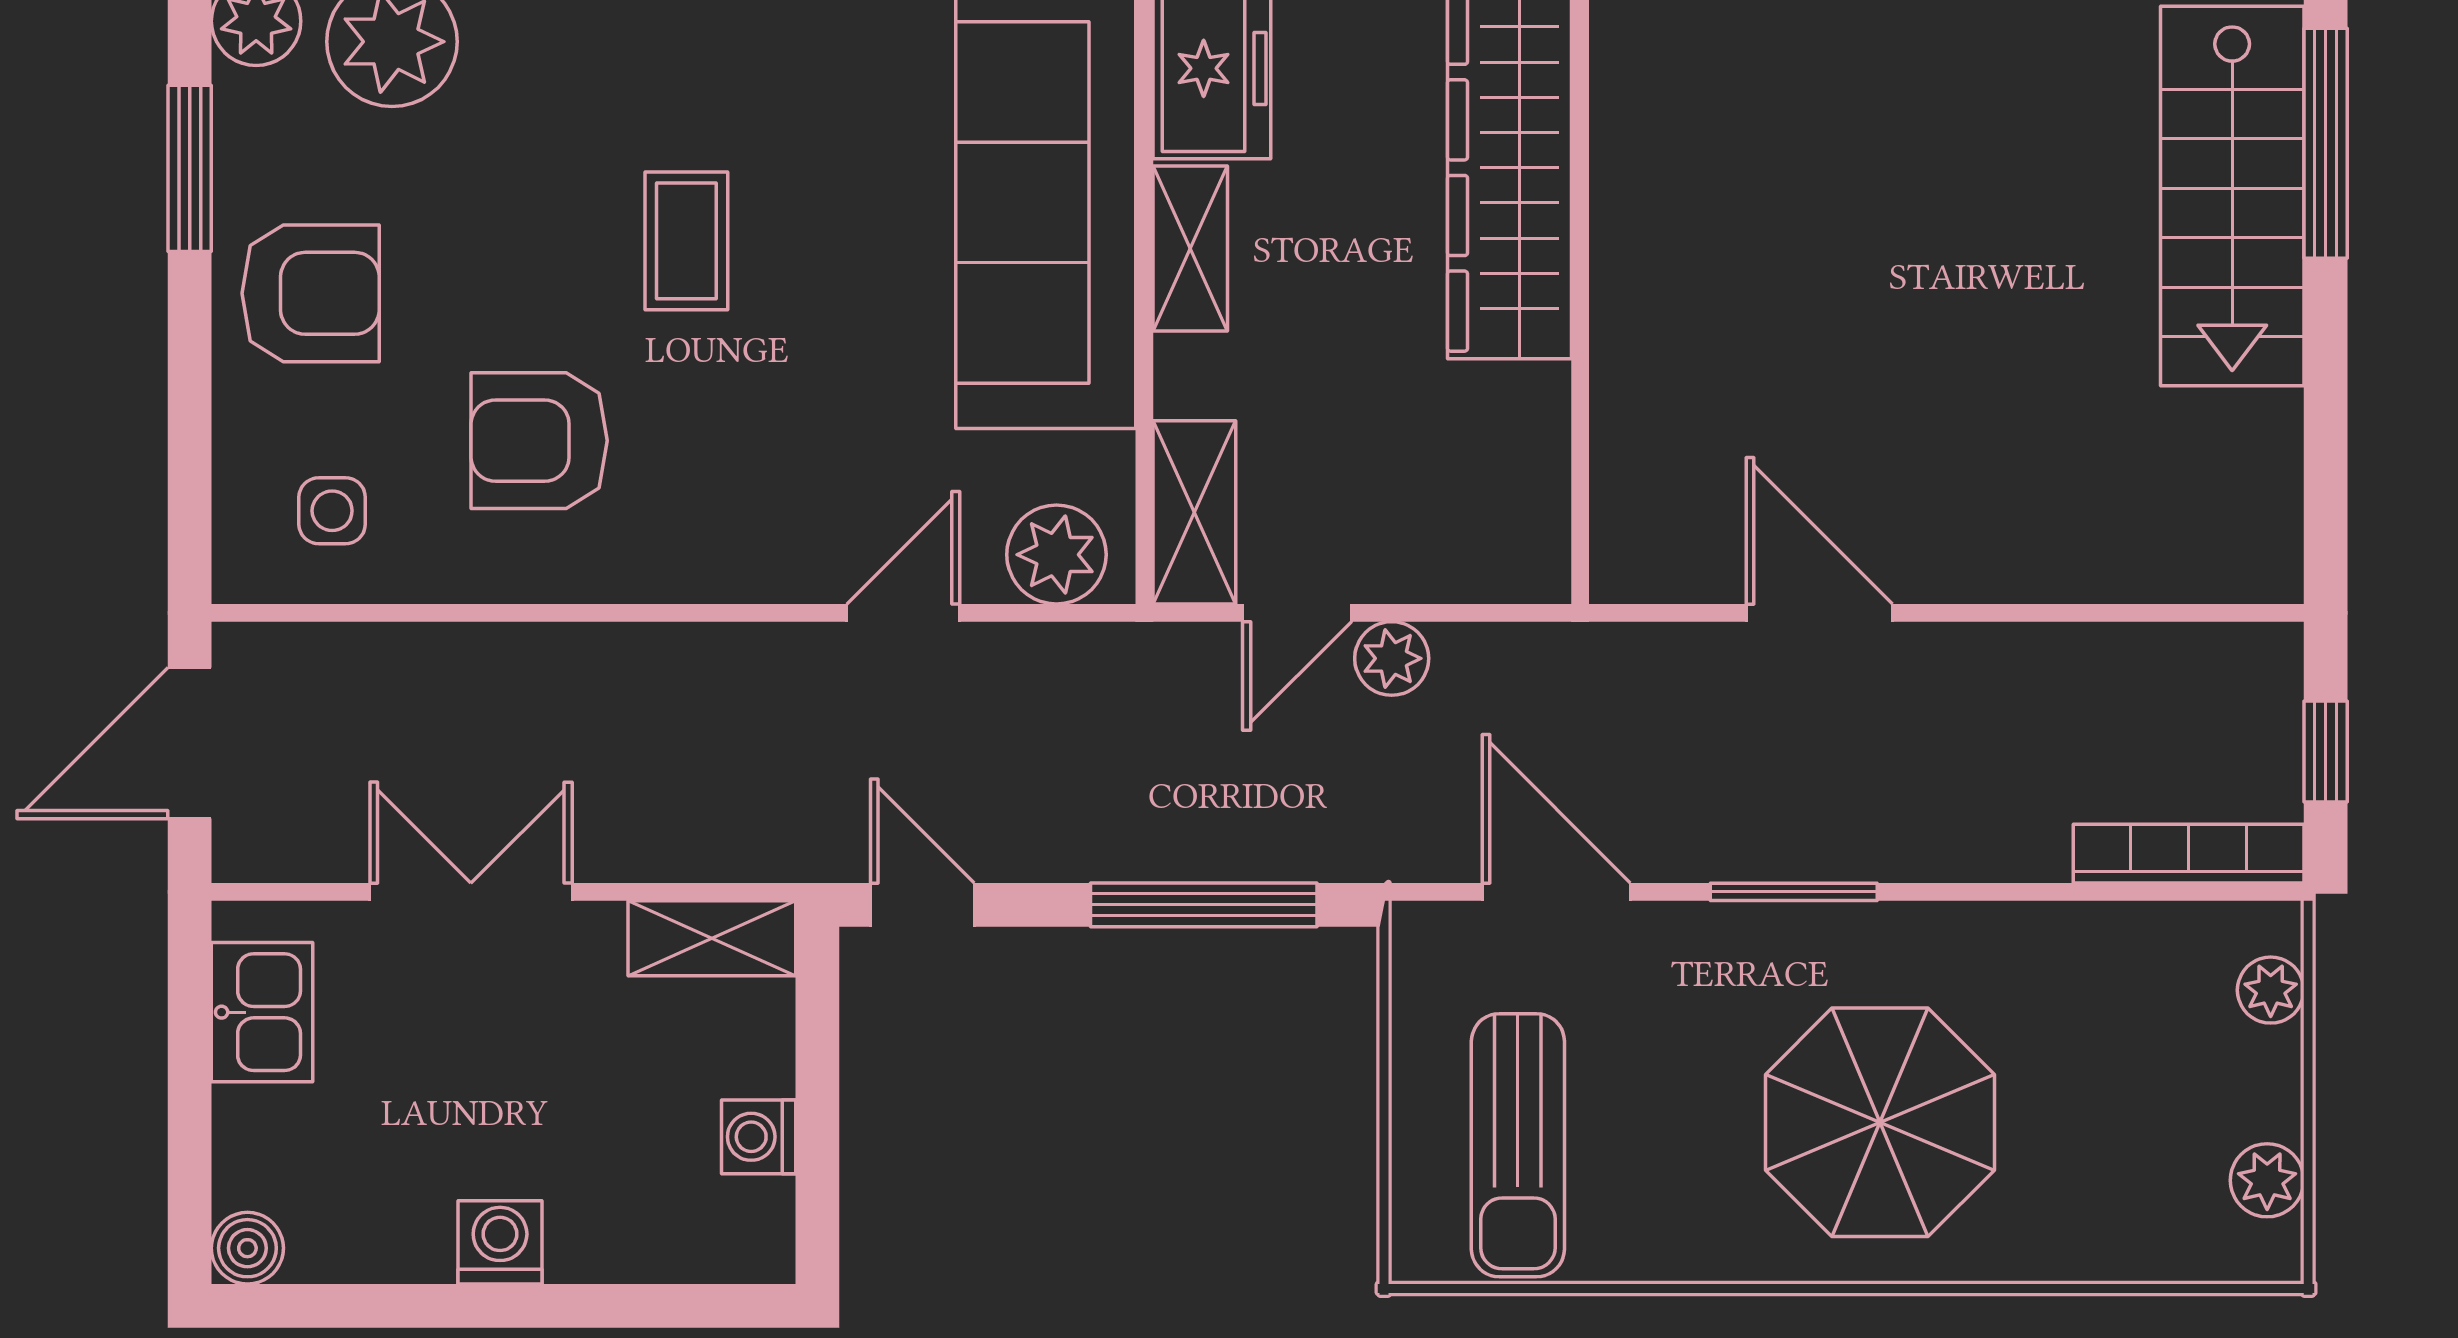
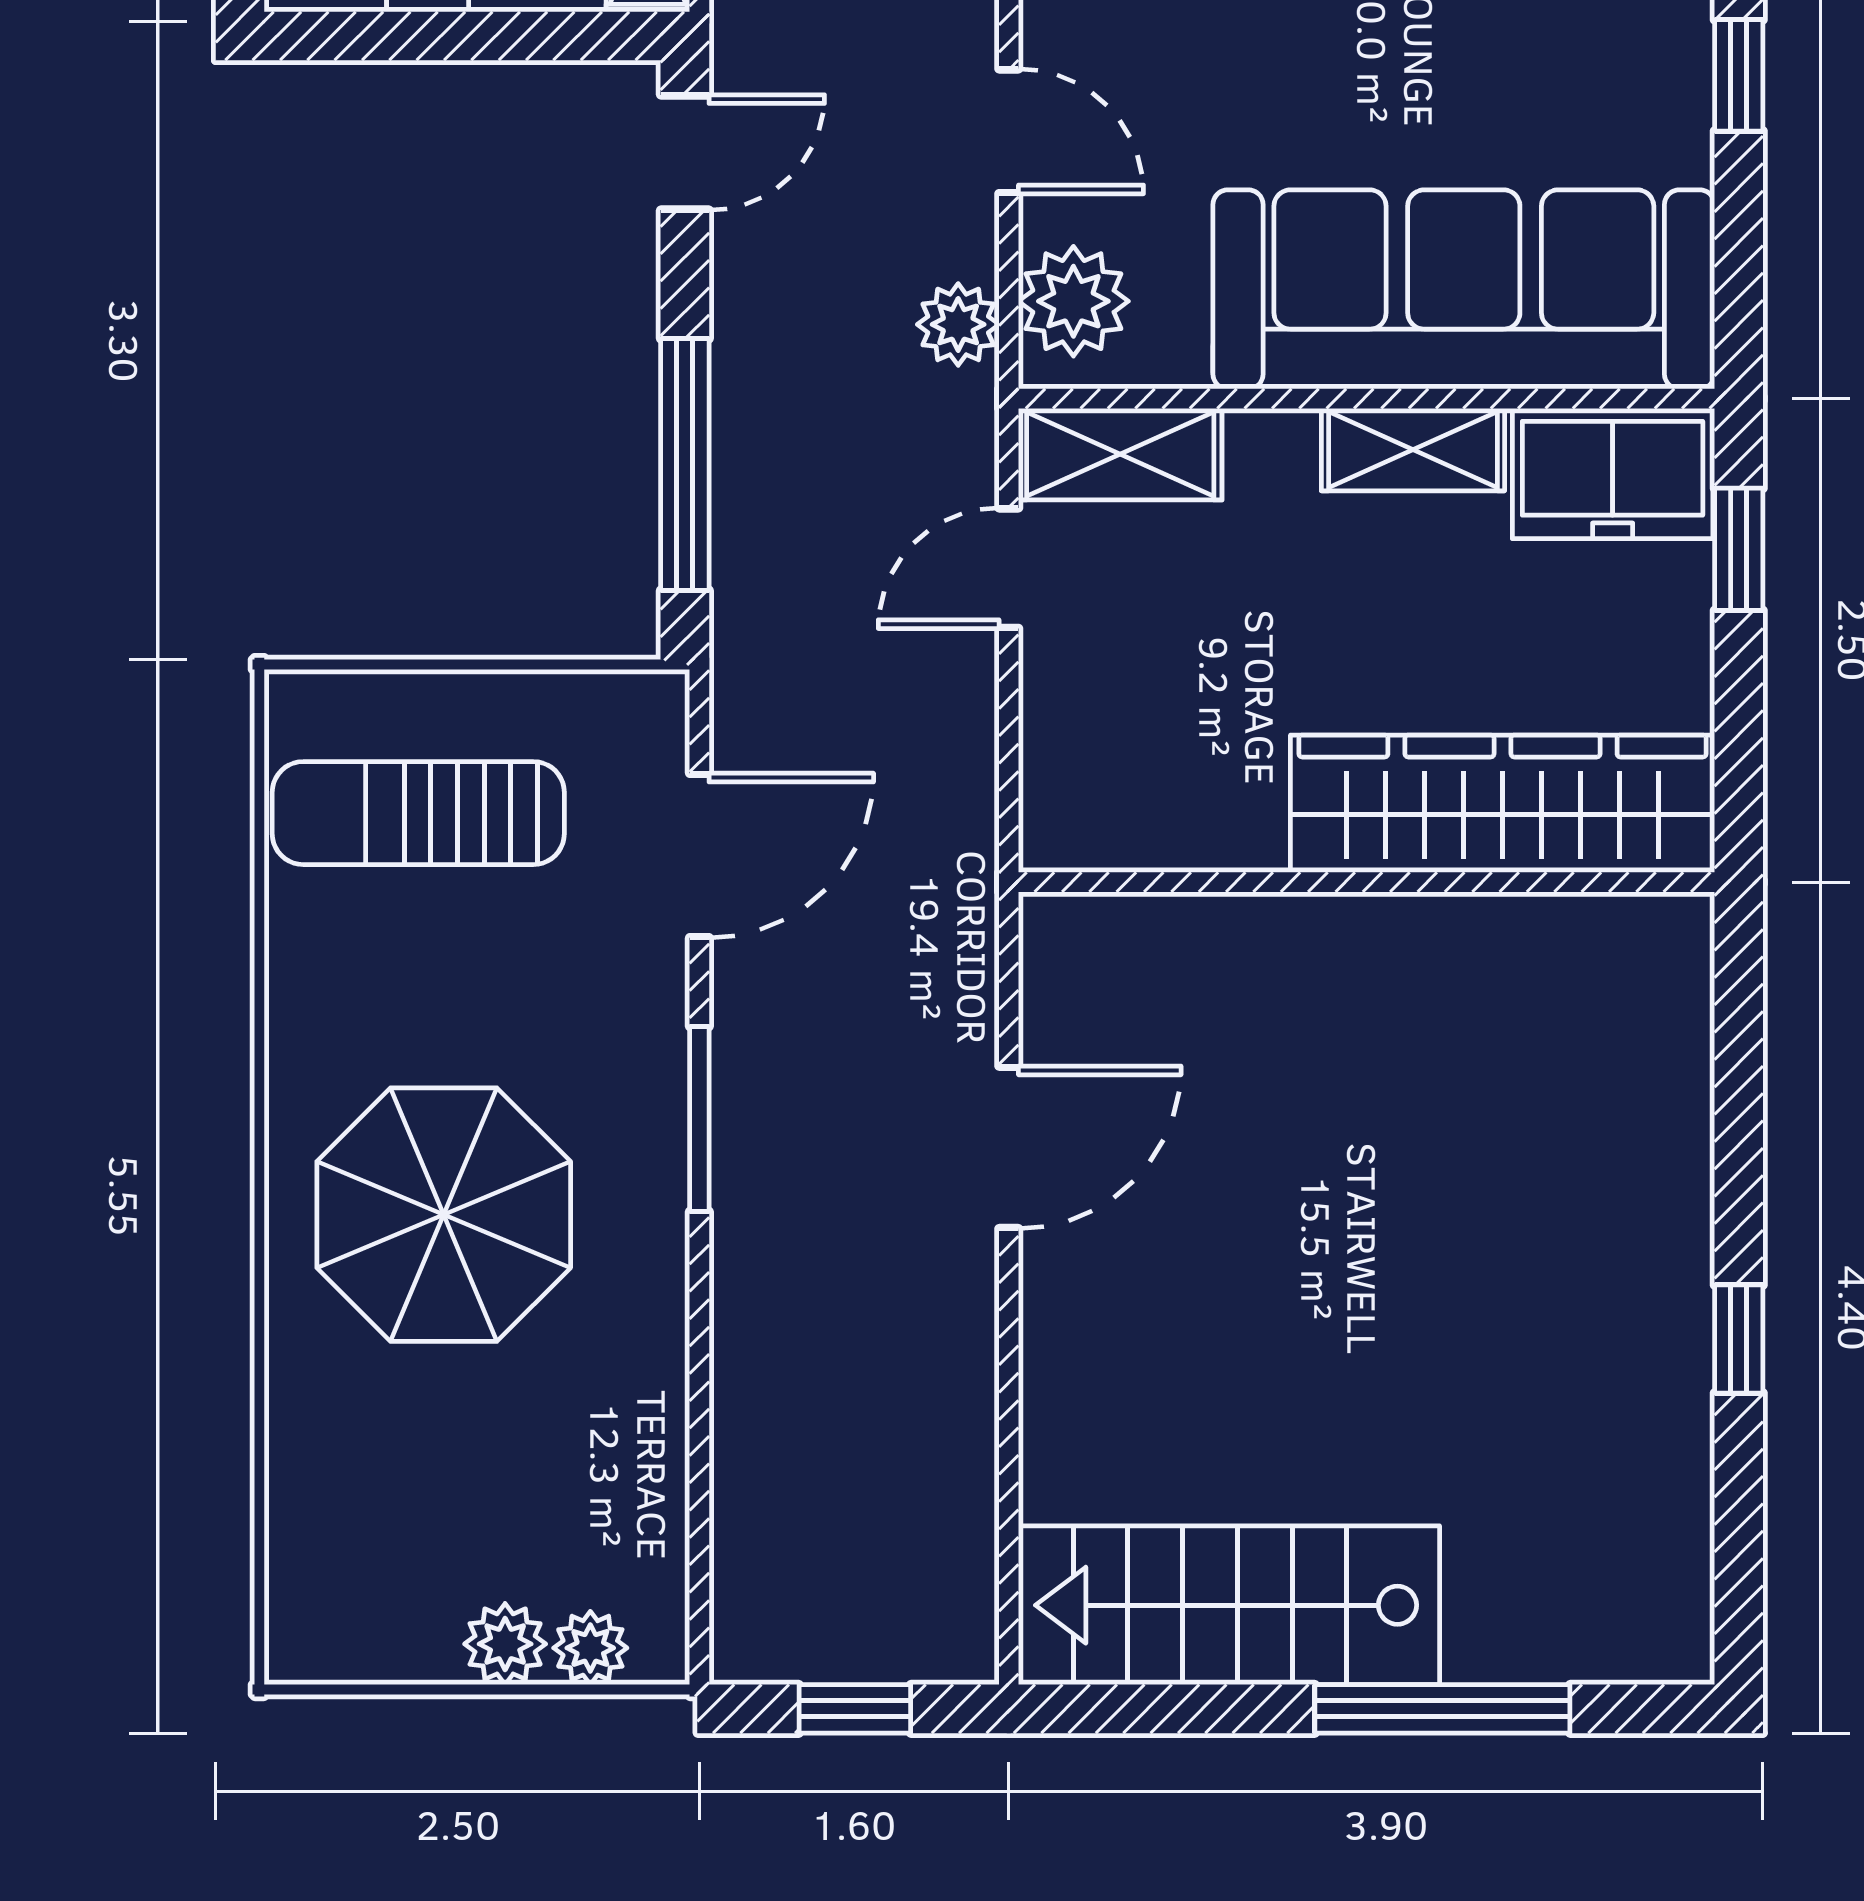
window: (2326, 143) -> (1442, 1709), moved
stairs: (2232, 196) -> (1229, 1605), moved
door: (1297, 613) -> (1009, 568), hinge flipped
plant: (1392, 658) -> (958, 324), moved
bookcase: (2189, 854) -> (742, 1557), removed
plant: (2267, 1180) -> (505, 1644), moved

